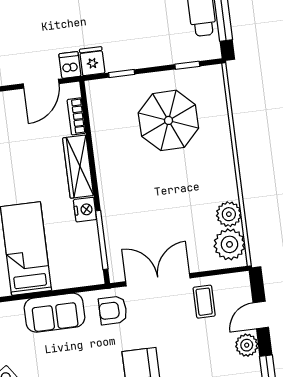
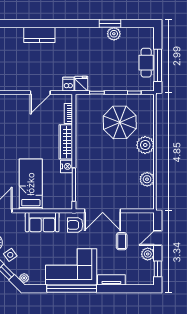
door: (41, 84) -> (40, 93), moved
plant: (229, 244) -> (145, 145), moved
double door: (158, 280) -> (103, 211), swing flipped
coffee table: (204, 302) -> (122, 241), moved

